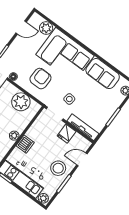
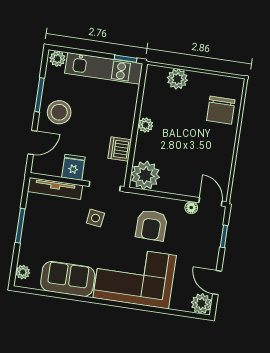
door: (21, 28) -> (217, 283), hinge flipped
plant: (46, 28) -> (201, 304), moved
plant: (21, 102) -> (145, 175), moved
dishwasher: (25, 144) -> (120, 149), moved

